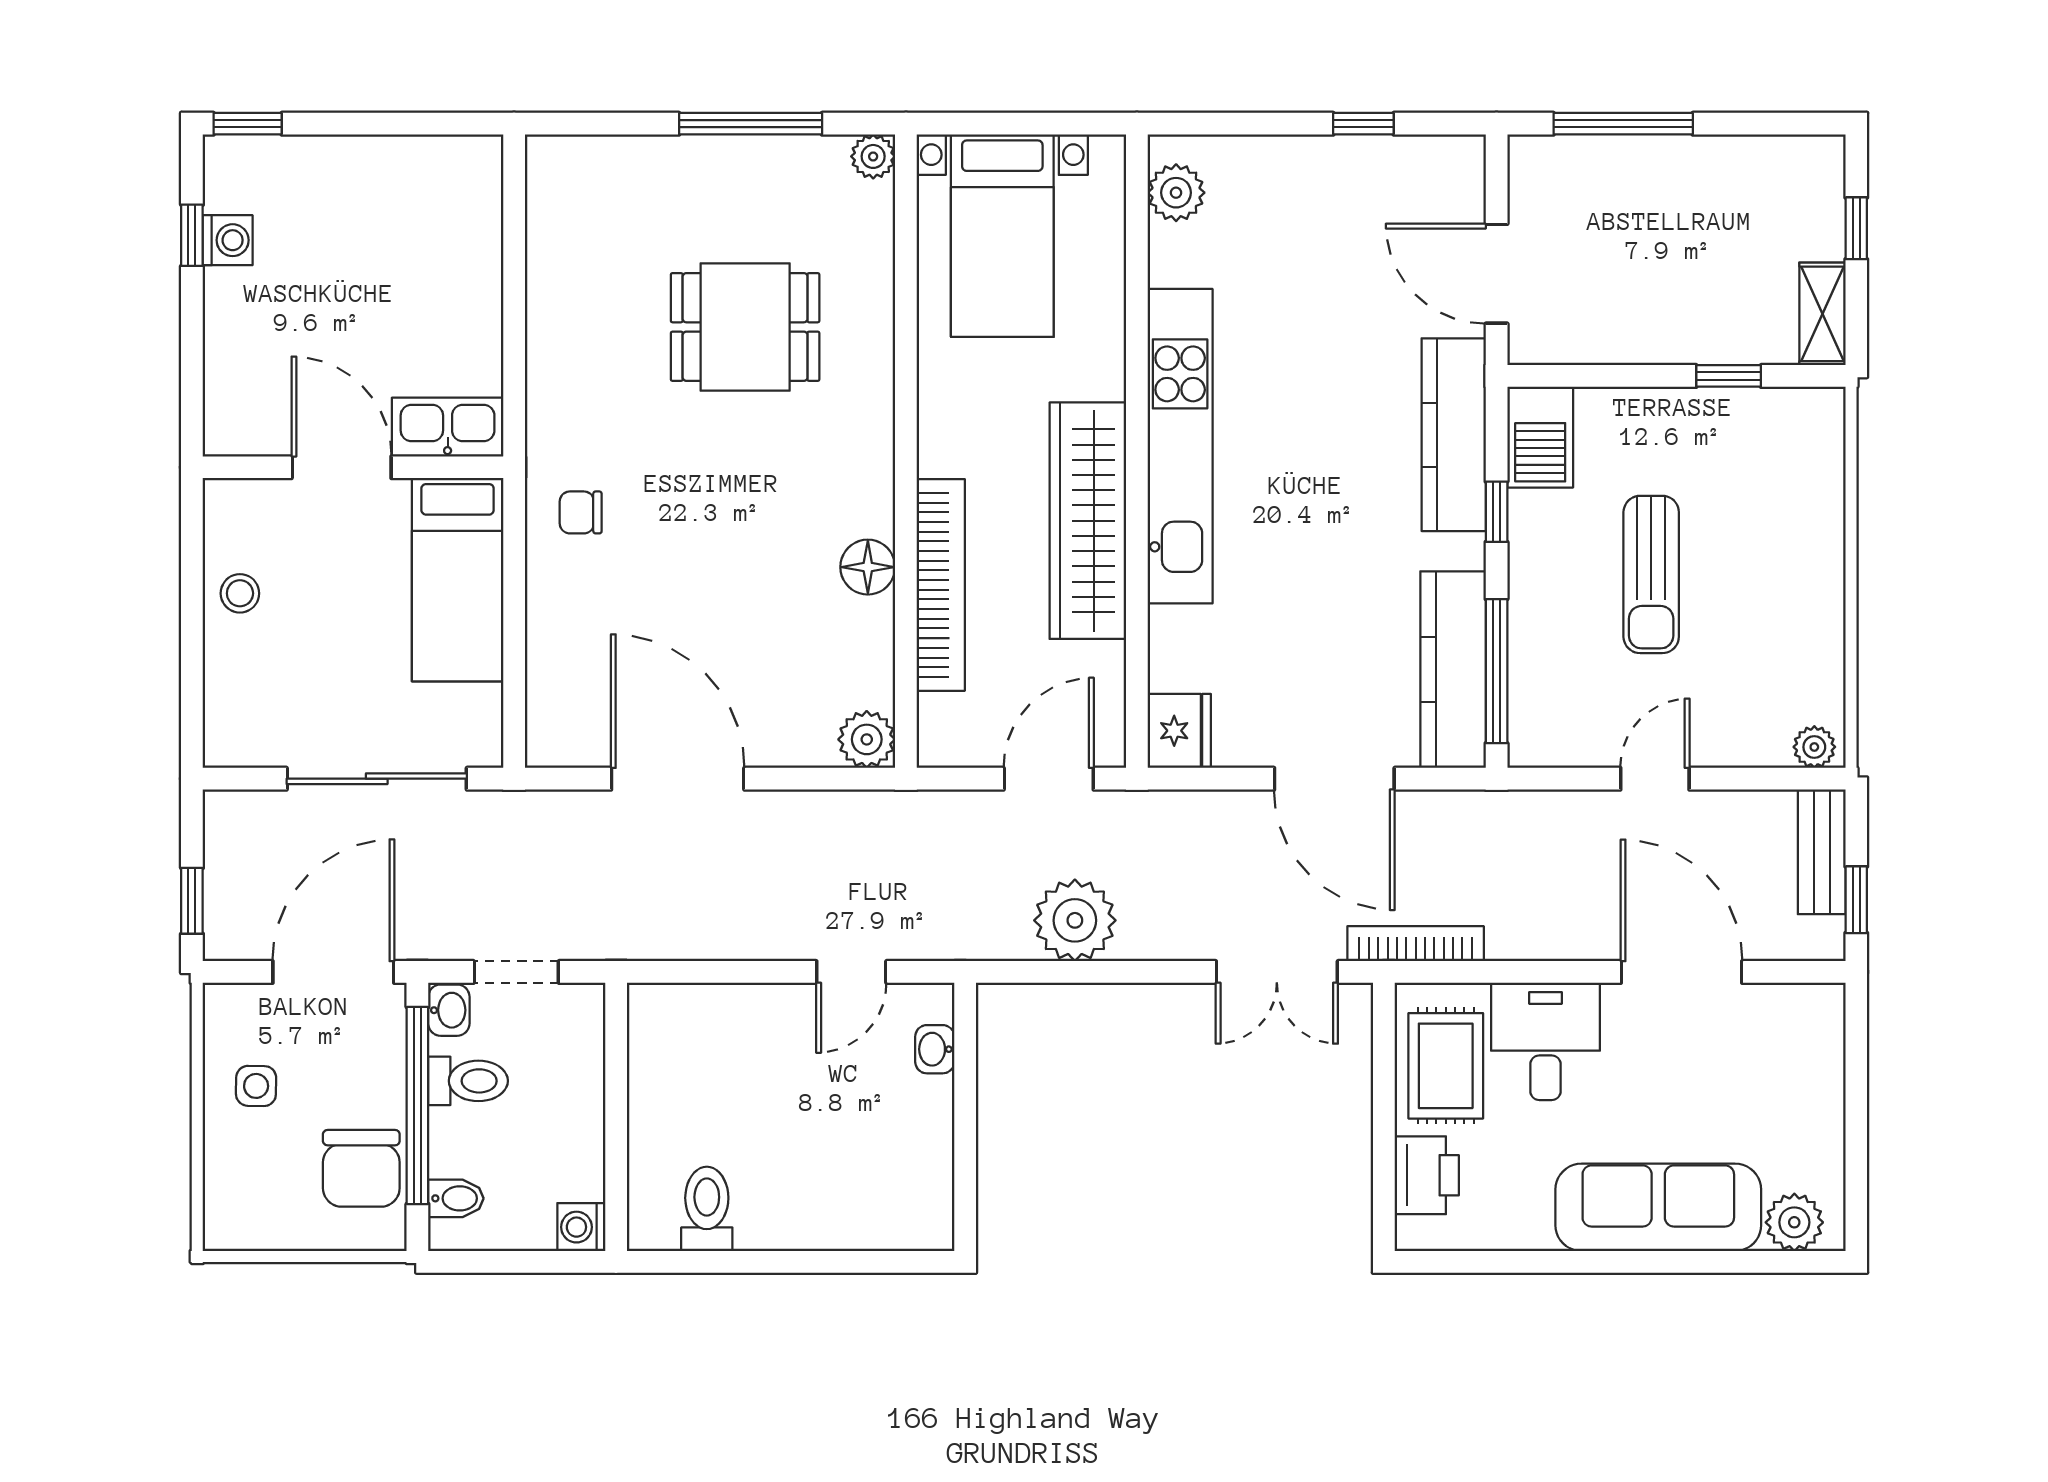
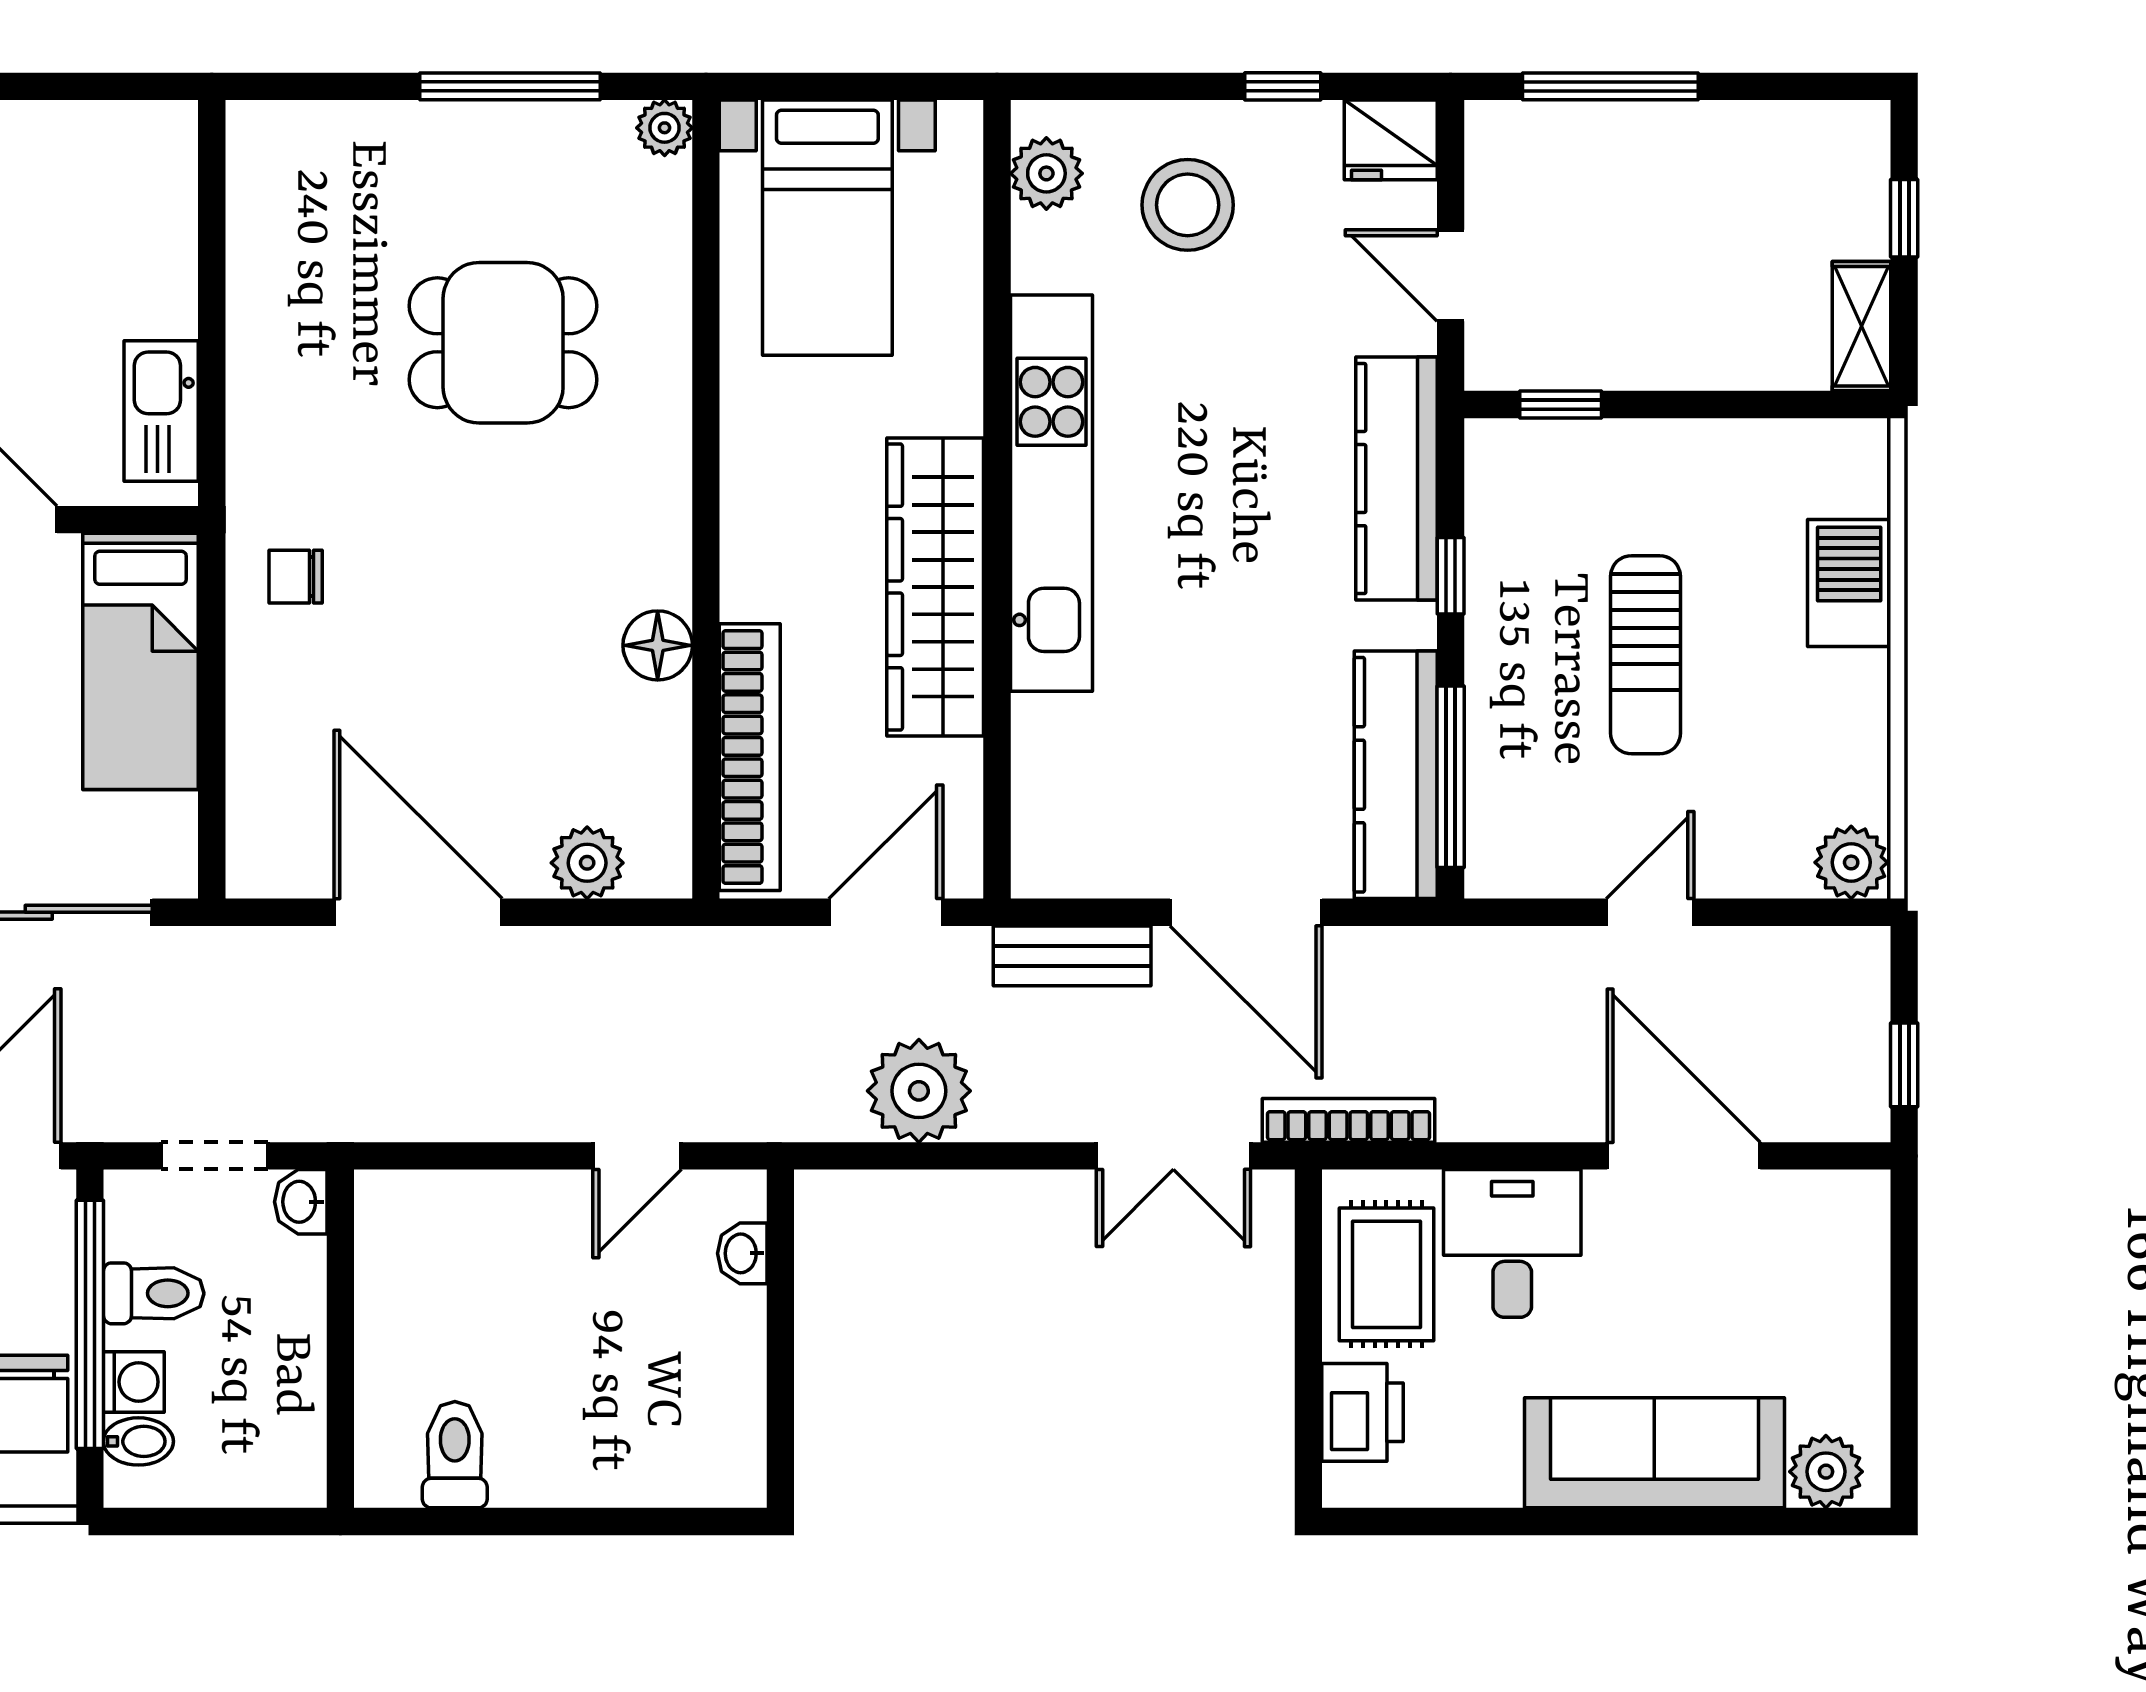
stool: (1288, 218) -> (1188, 205), added
door: (1497, 274) -> (1451, 276), width x0.73
window: (1729, 376) -> (1561, 405), moved
kitchen sink: (448, 427) -> (161, 411), moved, turned -90
barbecue: (1540, 437) -> (1849, 583), moved, turned 180
bookcase: (941, 585) -> (750, 757), moved
fridge: (1179, 731) -> (1391, 140), moved, turned 90
plant: (867, 739) -> (587, 863), moved
plant: (1814, 747) -> (1851, 862), width x1.38, depth x1.38
bench: (1822, 852) -> (1072, 956), moved, turned 90
washbasin: (449, 1010) -> (301, 1202), moved, turned 180
washing machine: (581, 1227) -> (134, 1382), moved, turned 180

